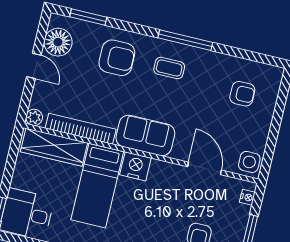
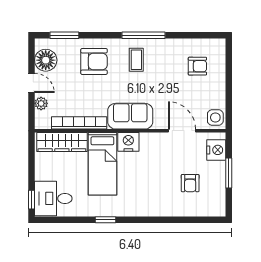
coffee table: (169, 68) -> (136, 60), turned 90
plant: (34, 117) -> (41, 103), moved
nightstand: (247, 197) -> (216, 150), width x1.89, depth x1.79

